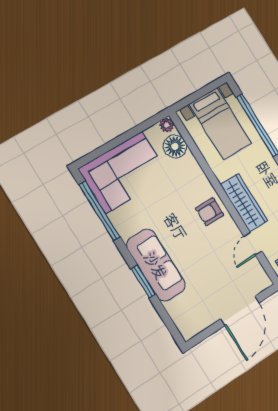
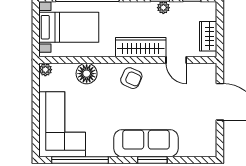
floor lamp: (175, 146) -> (87, 74), moved
armchair: (210, 212) -> (131, 78), turned -66

